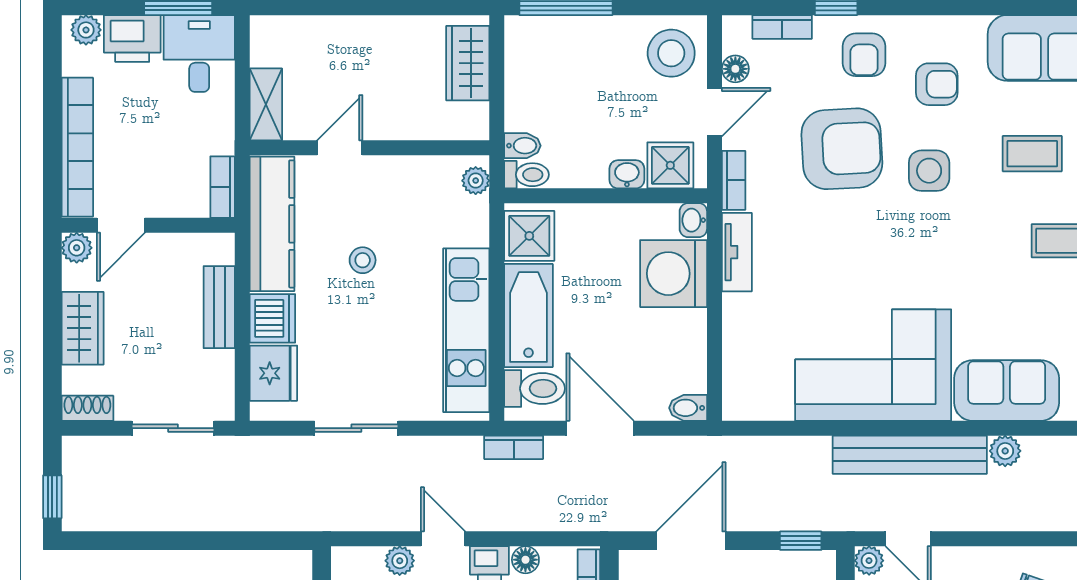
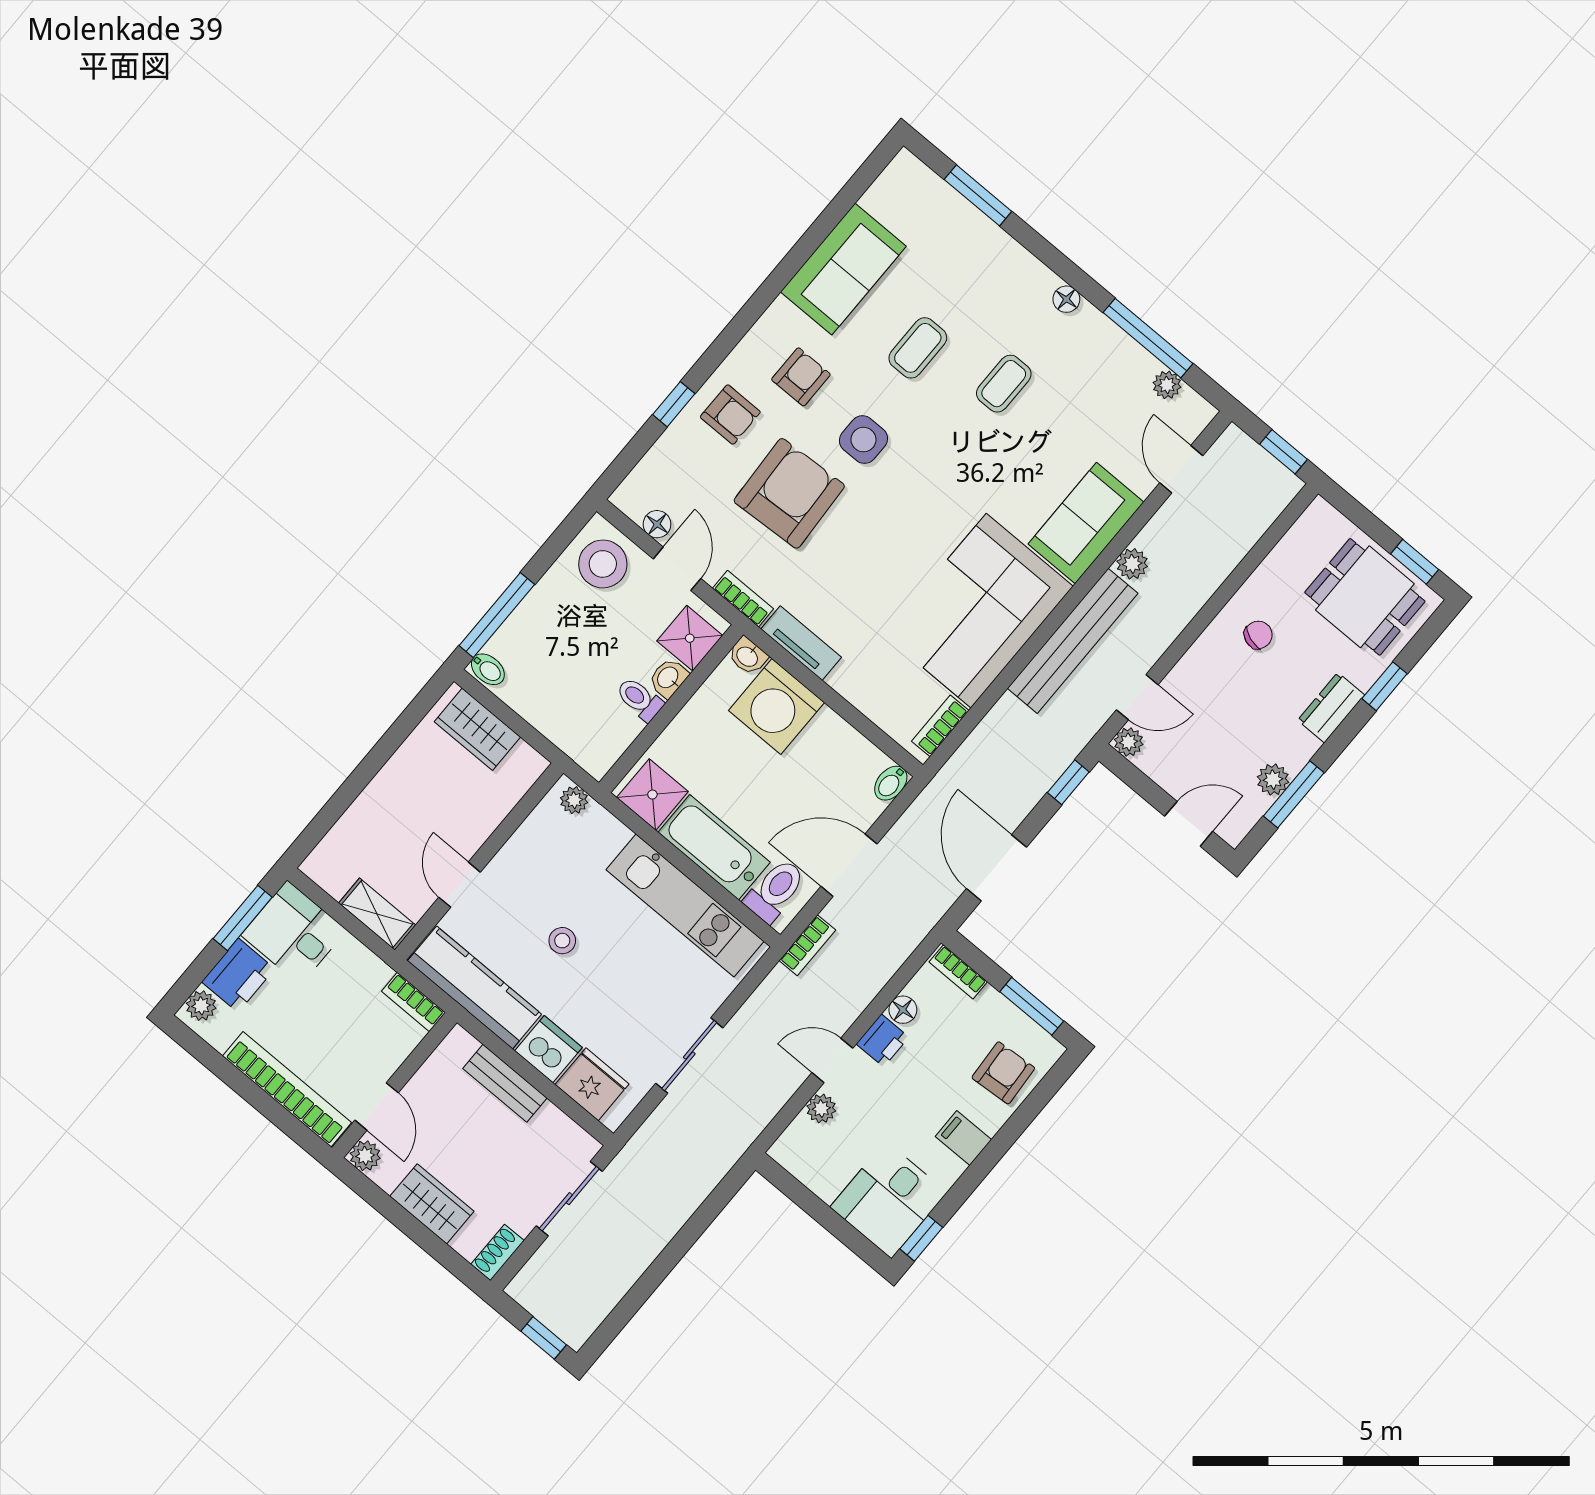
bookcase: (782, 27) -> (940, 726), moved, turned 180
bidet: (522, 146) -> (488, 669), moved, turned 90
toilet: (527, 175) -> (640, 699), moved, turned -90

